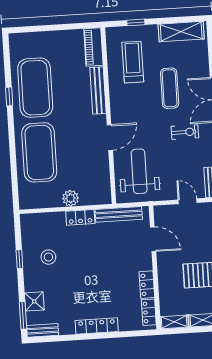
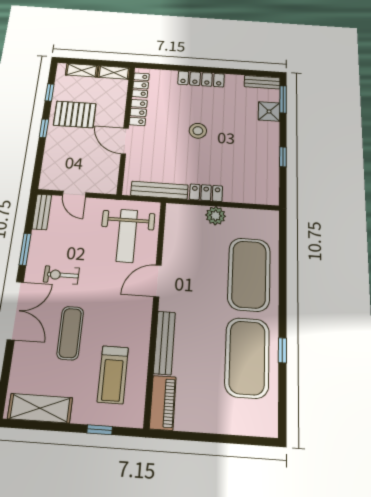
door: (153, 239) -> (125, 141), moved
stool: (48, 257) -> (198, 131), moved

